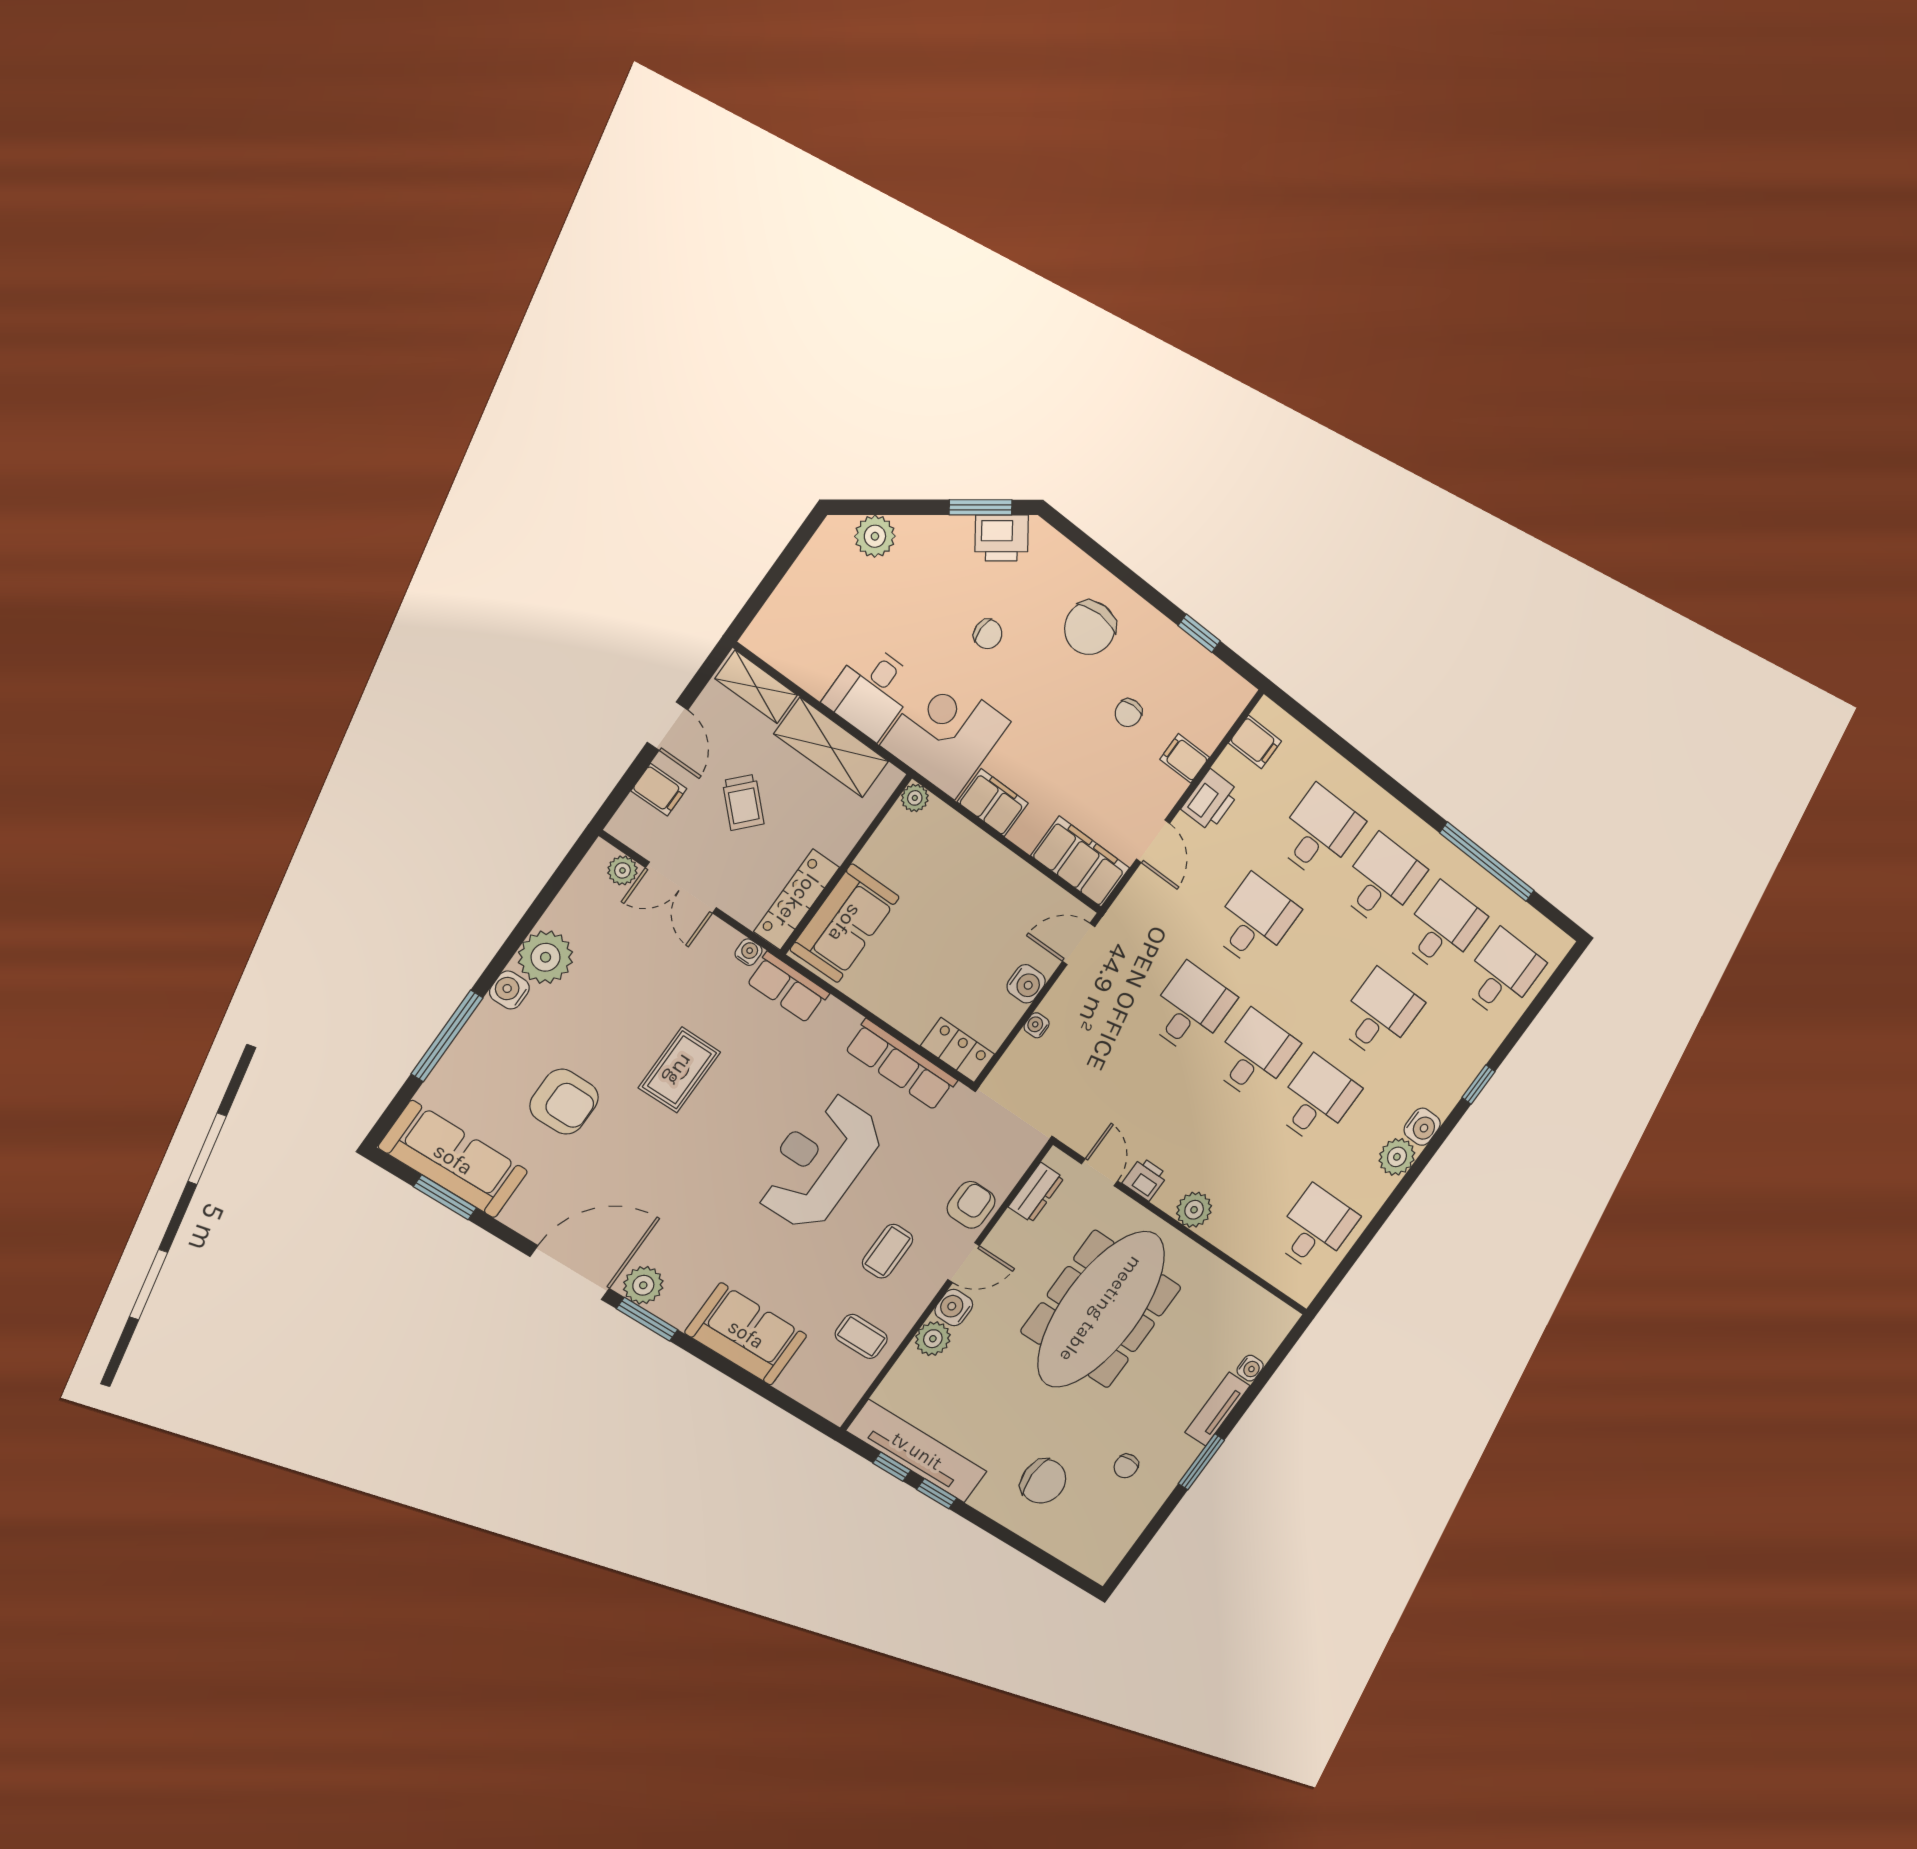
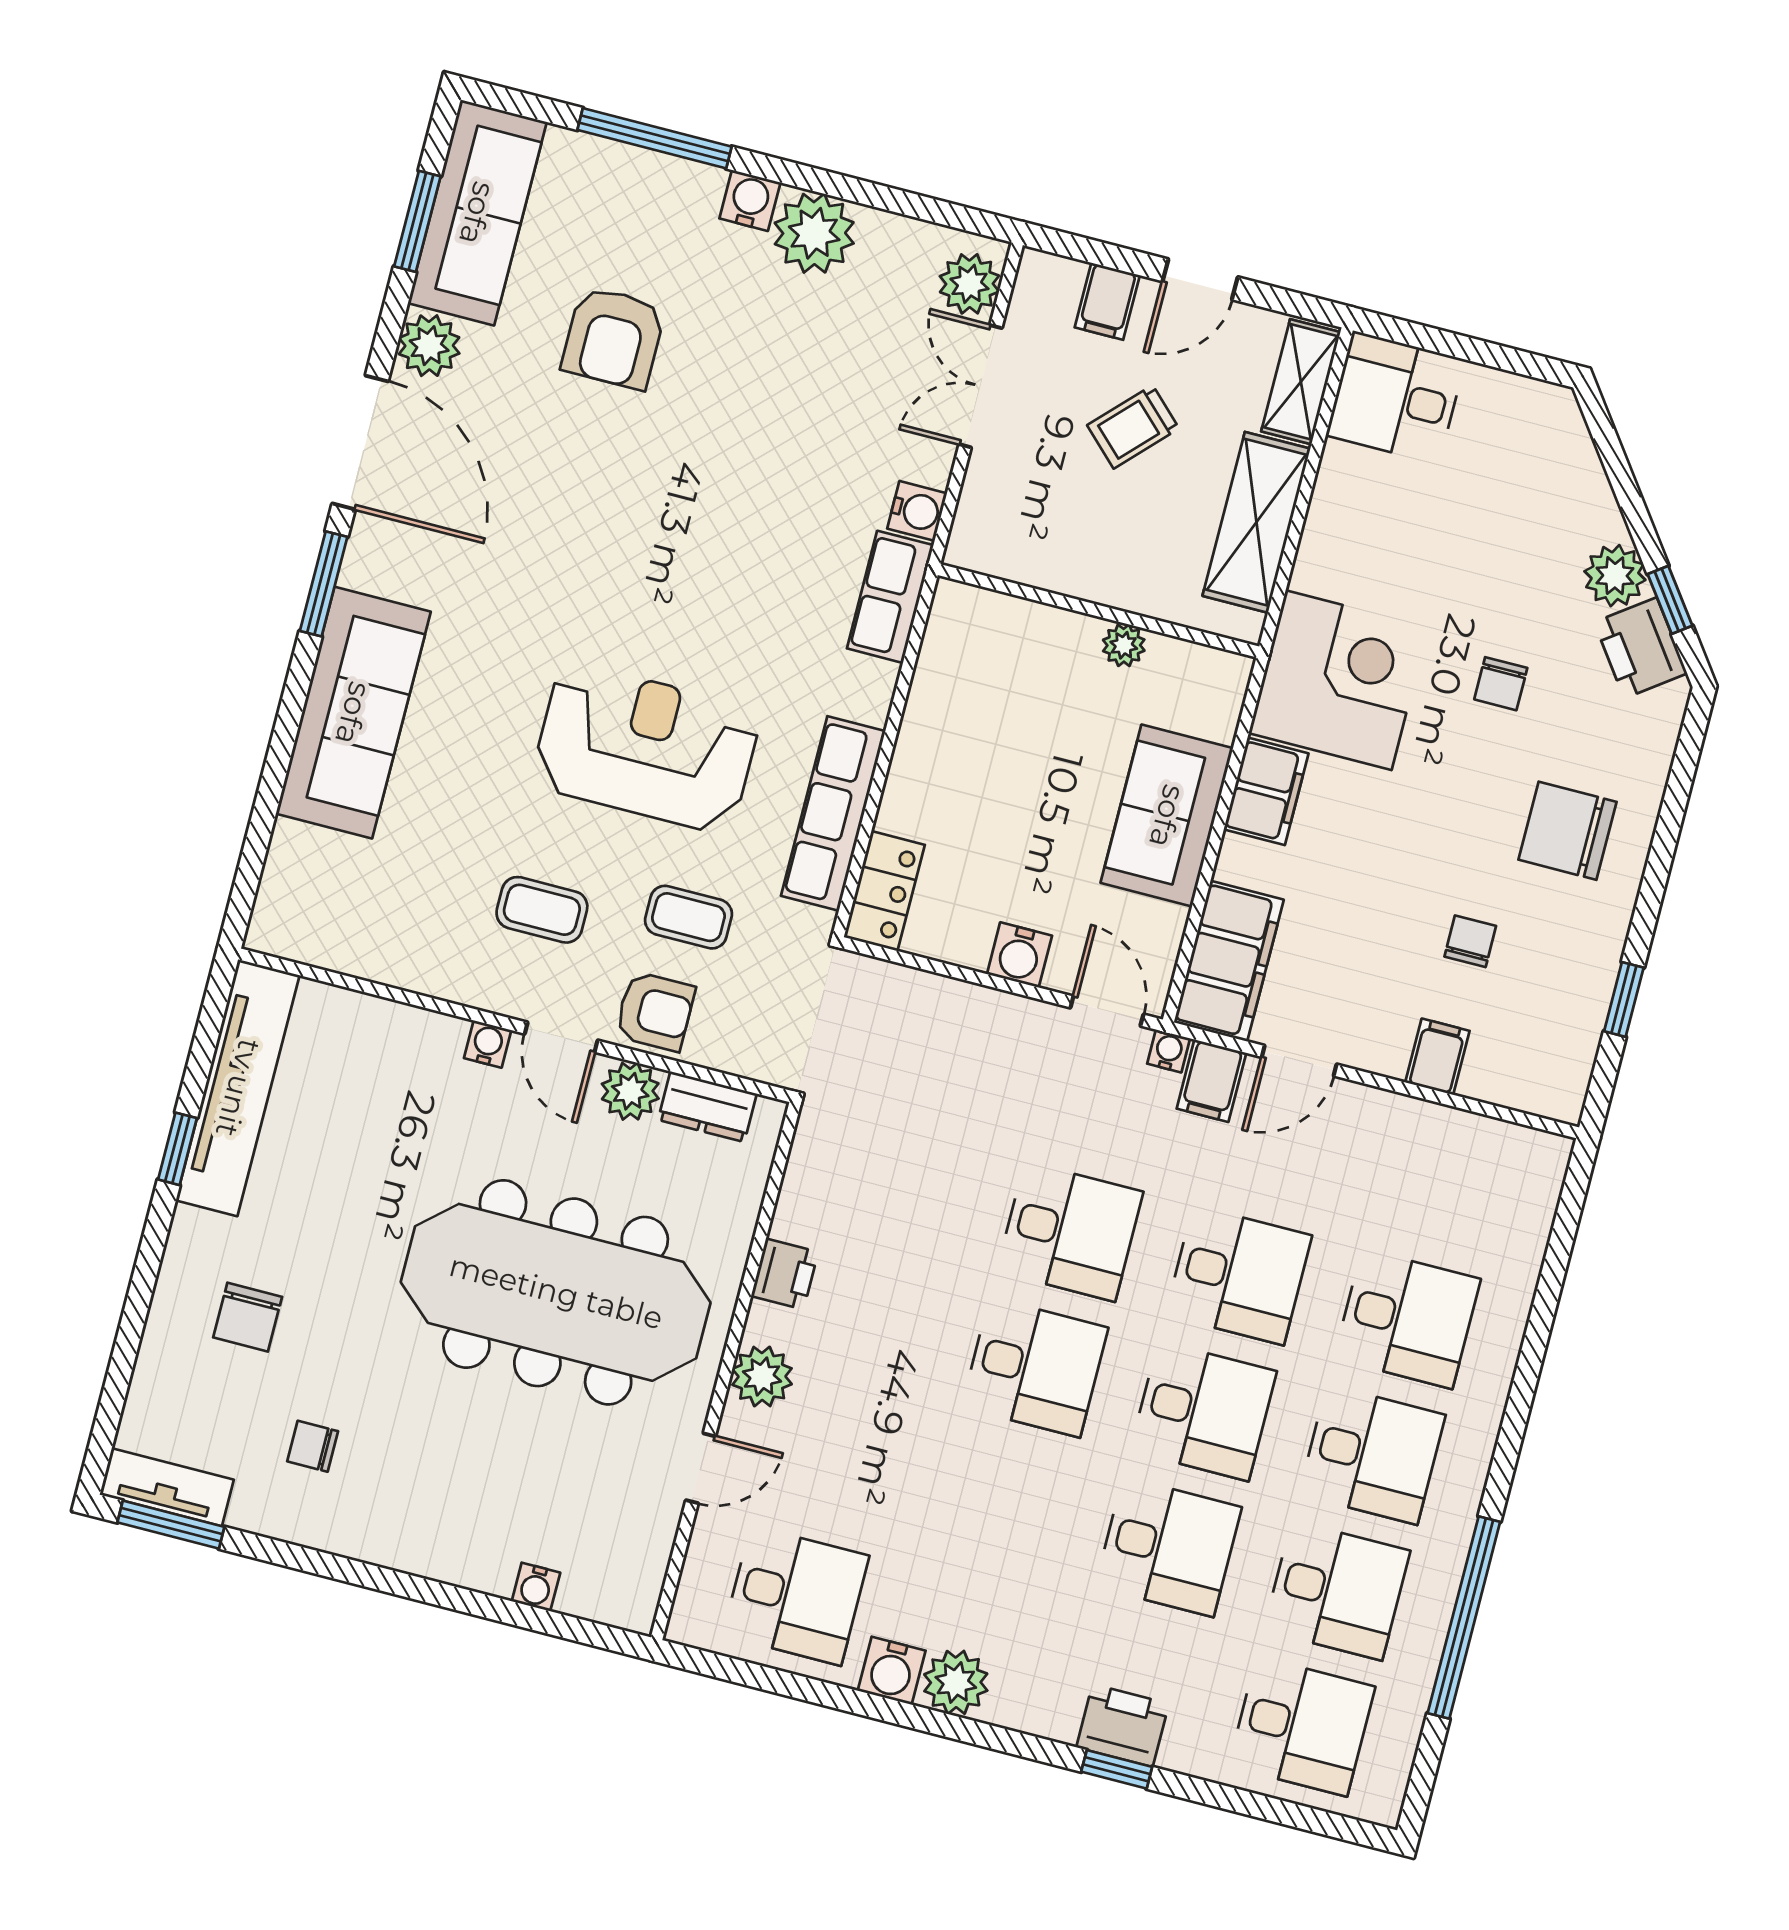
window: (981, 507) -> (1670, 600), width x0.67
plant: (875, 536) -> (1615, 576), moved
desk: (871, 691) -> (1396, 397), moved
chair: (1128, 713) -> (1470, 941), turned 92
filing cabinet: (1255, 742) -> (1211, 1081), moved
plant: (915, 798) -> (1124, 645), moved
printer: (1210, 800) -> (1123, 1725), moved, turned 180
plant: (622, 870) -> (969, 284), width x1.38, depth x1.38
locker: (797, 900) -> (1022, 559), removed
sofa: (845, 923) -> (1167, 816), moved, turned 90
water cooler: (749, 952) -> (917, 511), width x1.38, depth x1.38
water cooler: (1037, 1025) -> (1169, 1051), moved
rug: (679, 1070) -> (715, 486), removed
desk: (1316, 1100) -> (1203, 1411), moved
water cooler: (1422, 1127) -> (892, 1671), moved
door: (1100, 1172) -> (701, 1468), moved
plant: (643, 1285) -> (429, 346), moved
water cooler: (954, 1308) -> (488, 1044), width x0.72, depth x0.72
sofa: (746, 1334) -> (353, 713), width x1.36
coffee table: (861, 1336) -> (688, 917), moved, turned 90
plant: (933, 1339) -> (630, 1091), moved
tv unit: (1217, 1409) -> (167, 1487), moved
window: (1201, 1462) -> (171, 1525), moved
window: (892, 1467) -> (201, 1057), removed
chair: (1043, 1481) -> (248, 1317), width x0.73, depth x0.73

